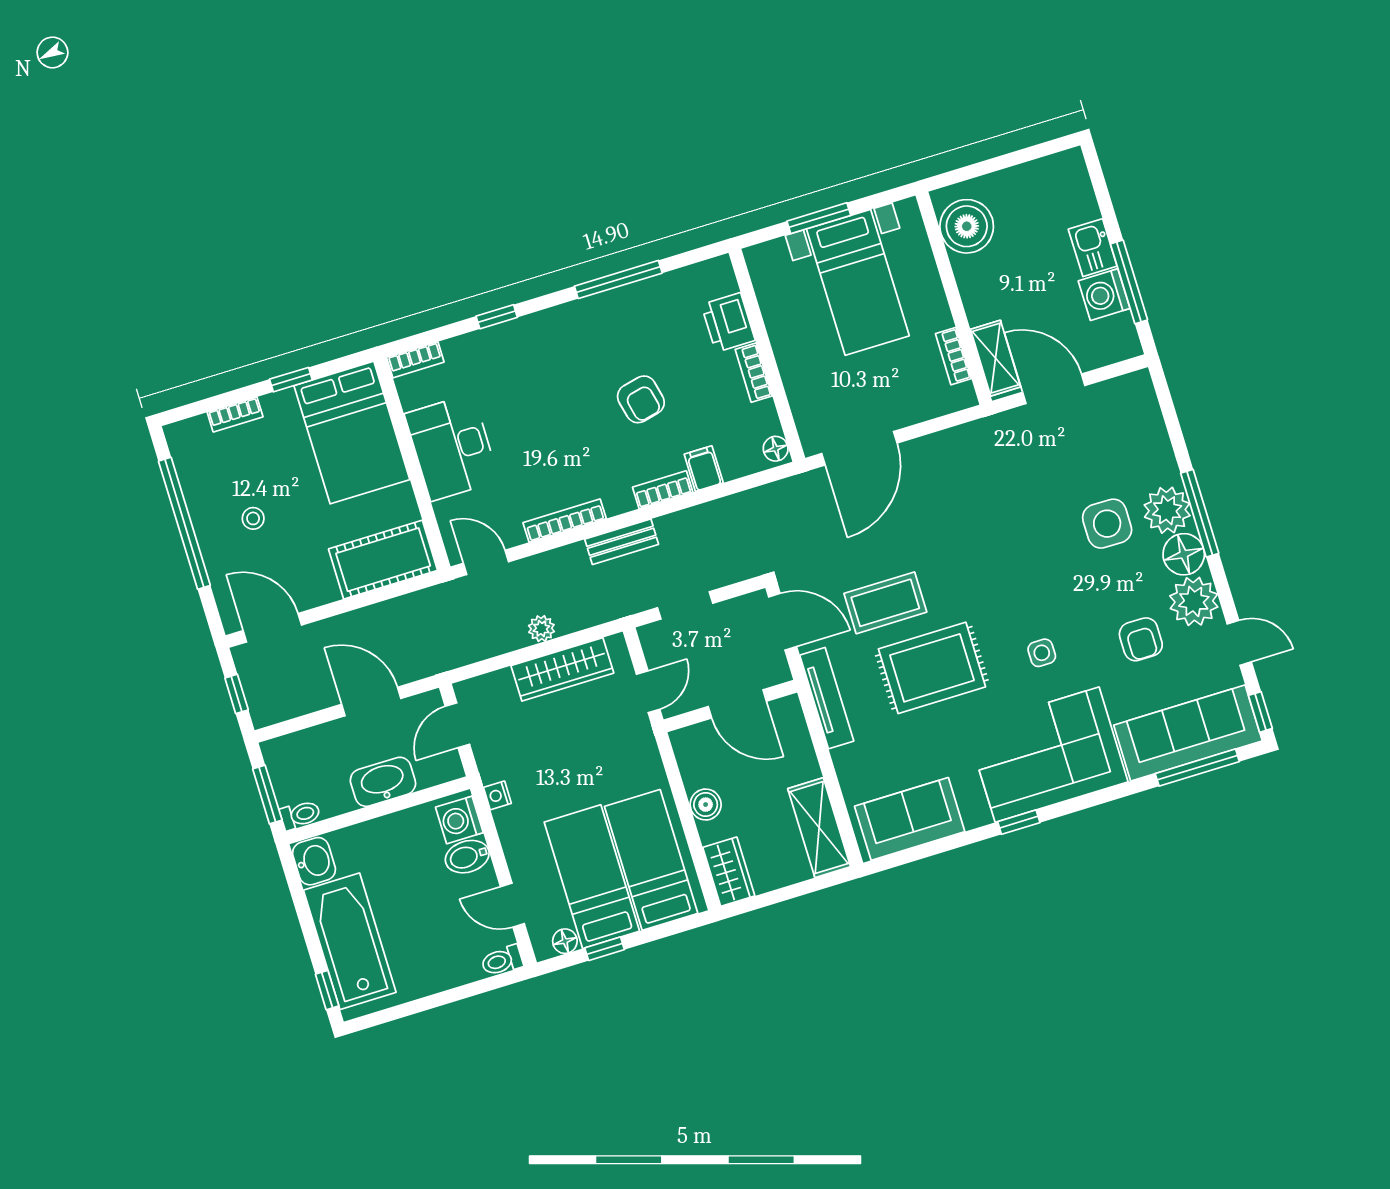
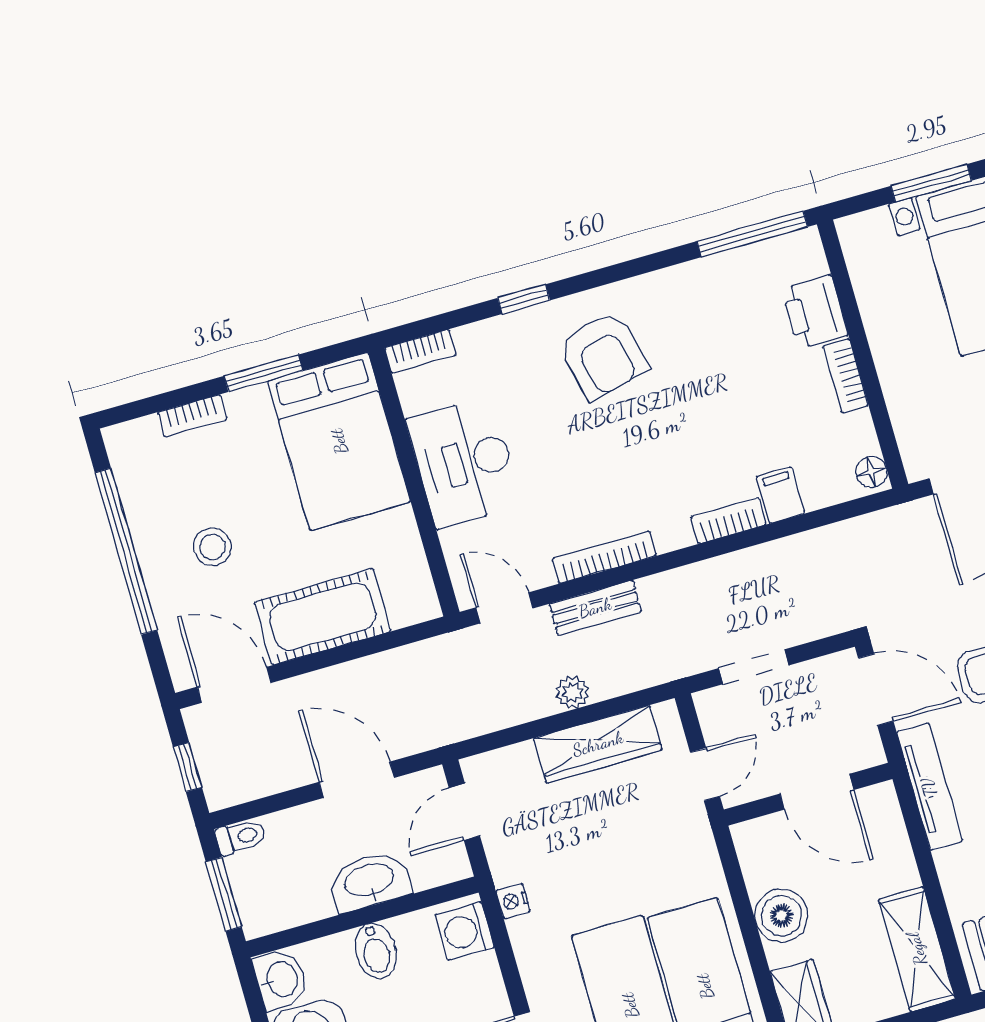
window: (618, 280) -> (752, 234), moved
window: (291, 380) -> (264, 373), width x1.50
armchair: (641, 399) -> (603, 355), moved, width x1.38, depth x1.38
stool: (253, 518) -> (213, 547), width x1.37, depth x1.37
bench: (622, 542) -> (595, 608), moved
cot: (383, 560) -> (323, 617), moved
boiler: (706, 805) -> (781, 916), width x1.36, depth x1.36
toilet: (300, 815) -> (241, 837), moved
bidet: (467, 857) -> (376, 951), moved, turned -90

